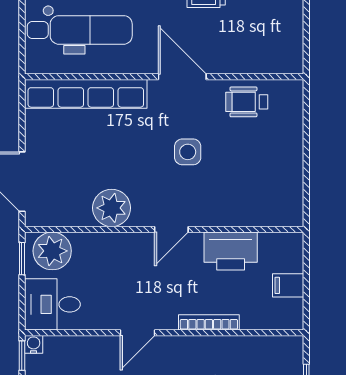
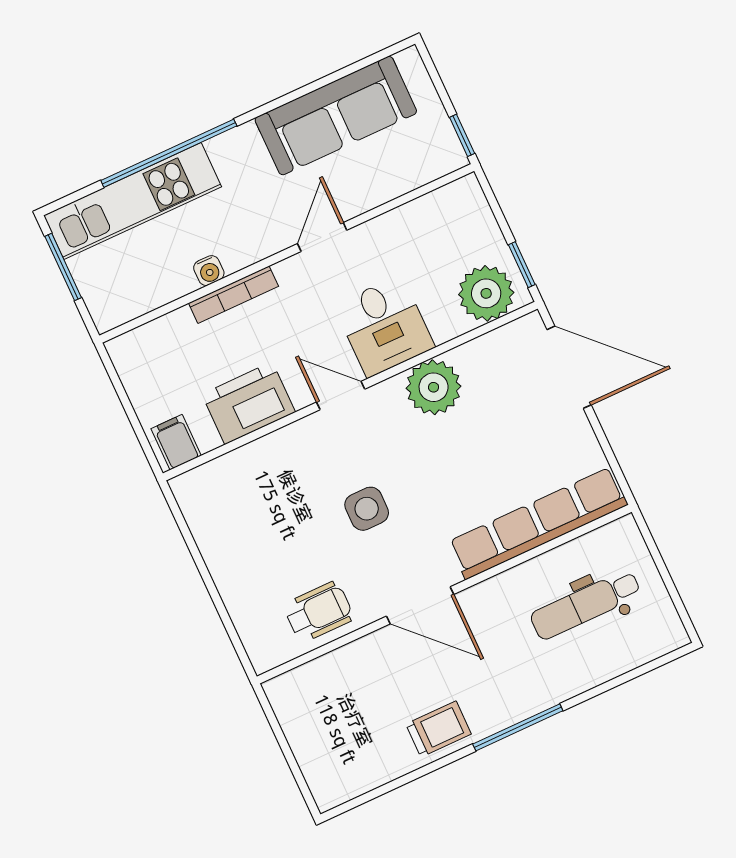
dental chair: (80, 30) -> (586, 605), width x0.73, depth x0.72
door: (171, 229) -> (341, 396), hinge flipped
filing cabinet: (288, 285) -> (176, 442), moved, turned -90
desk: (52, 304) -> (384, 326), moved, turned 90
water cooler: (34, 344) -> (209, 271), moved

